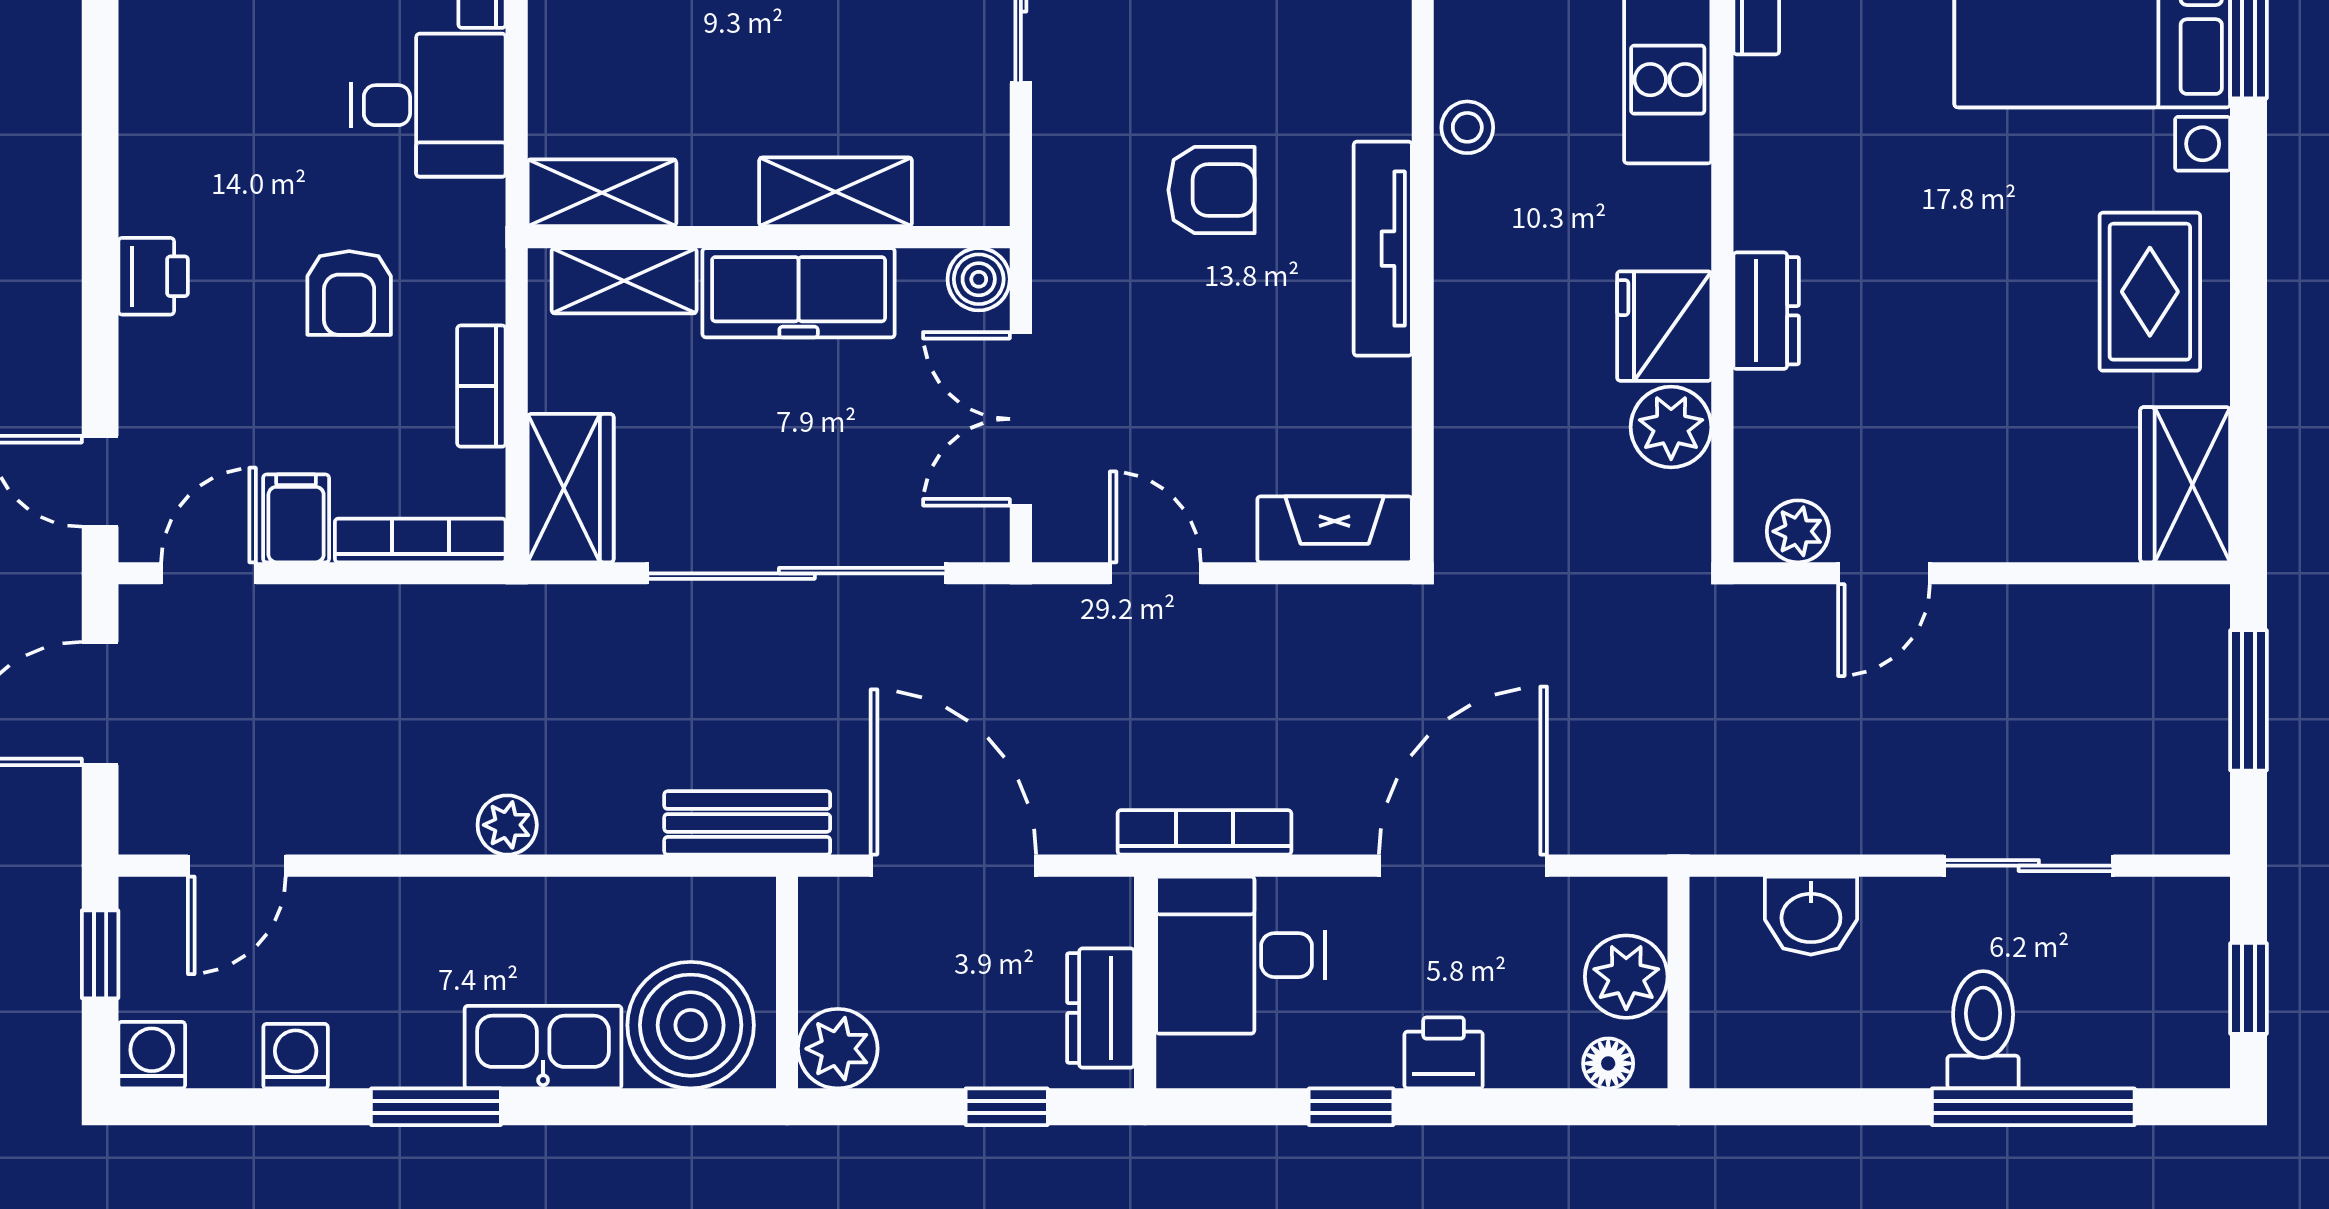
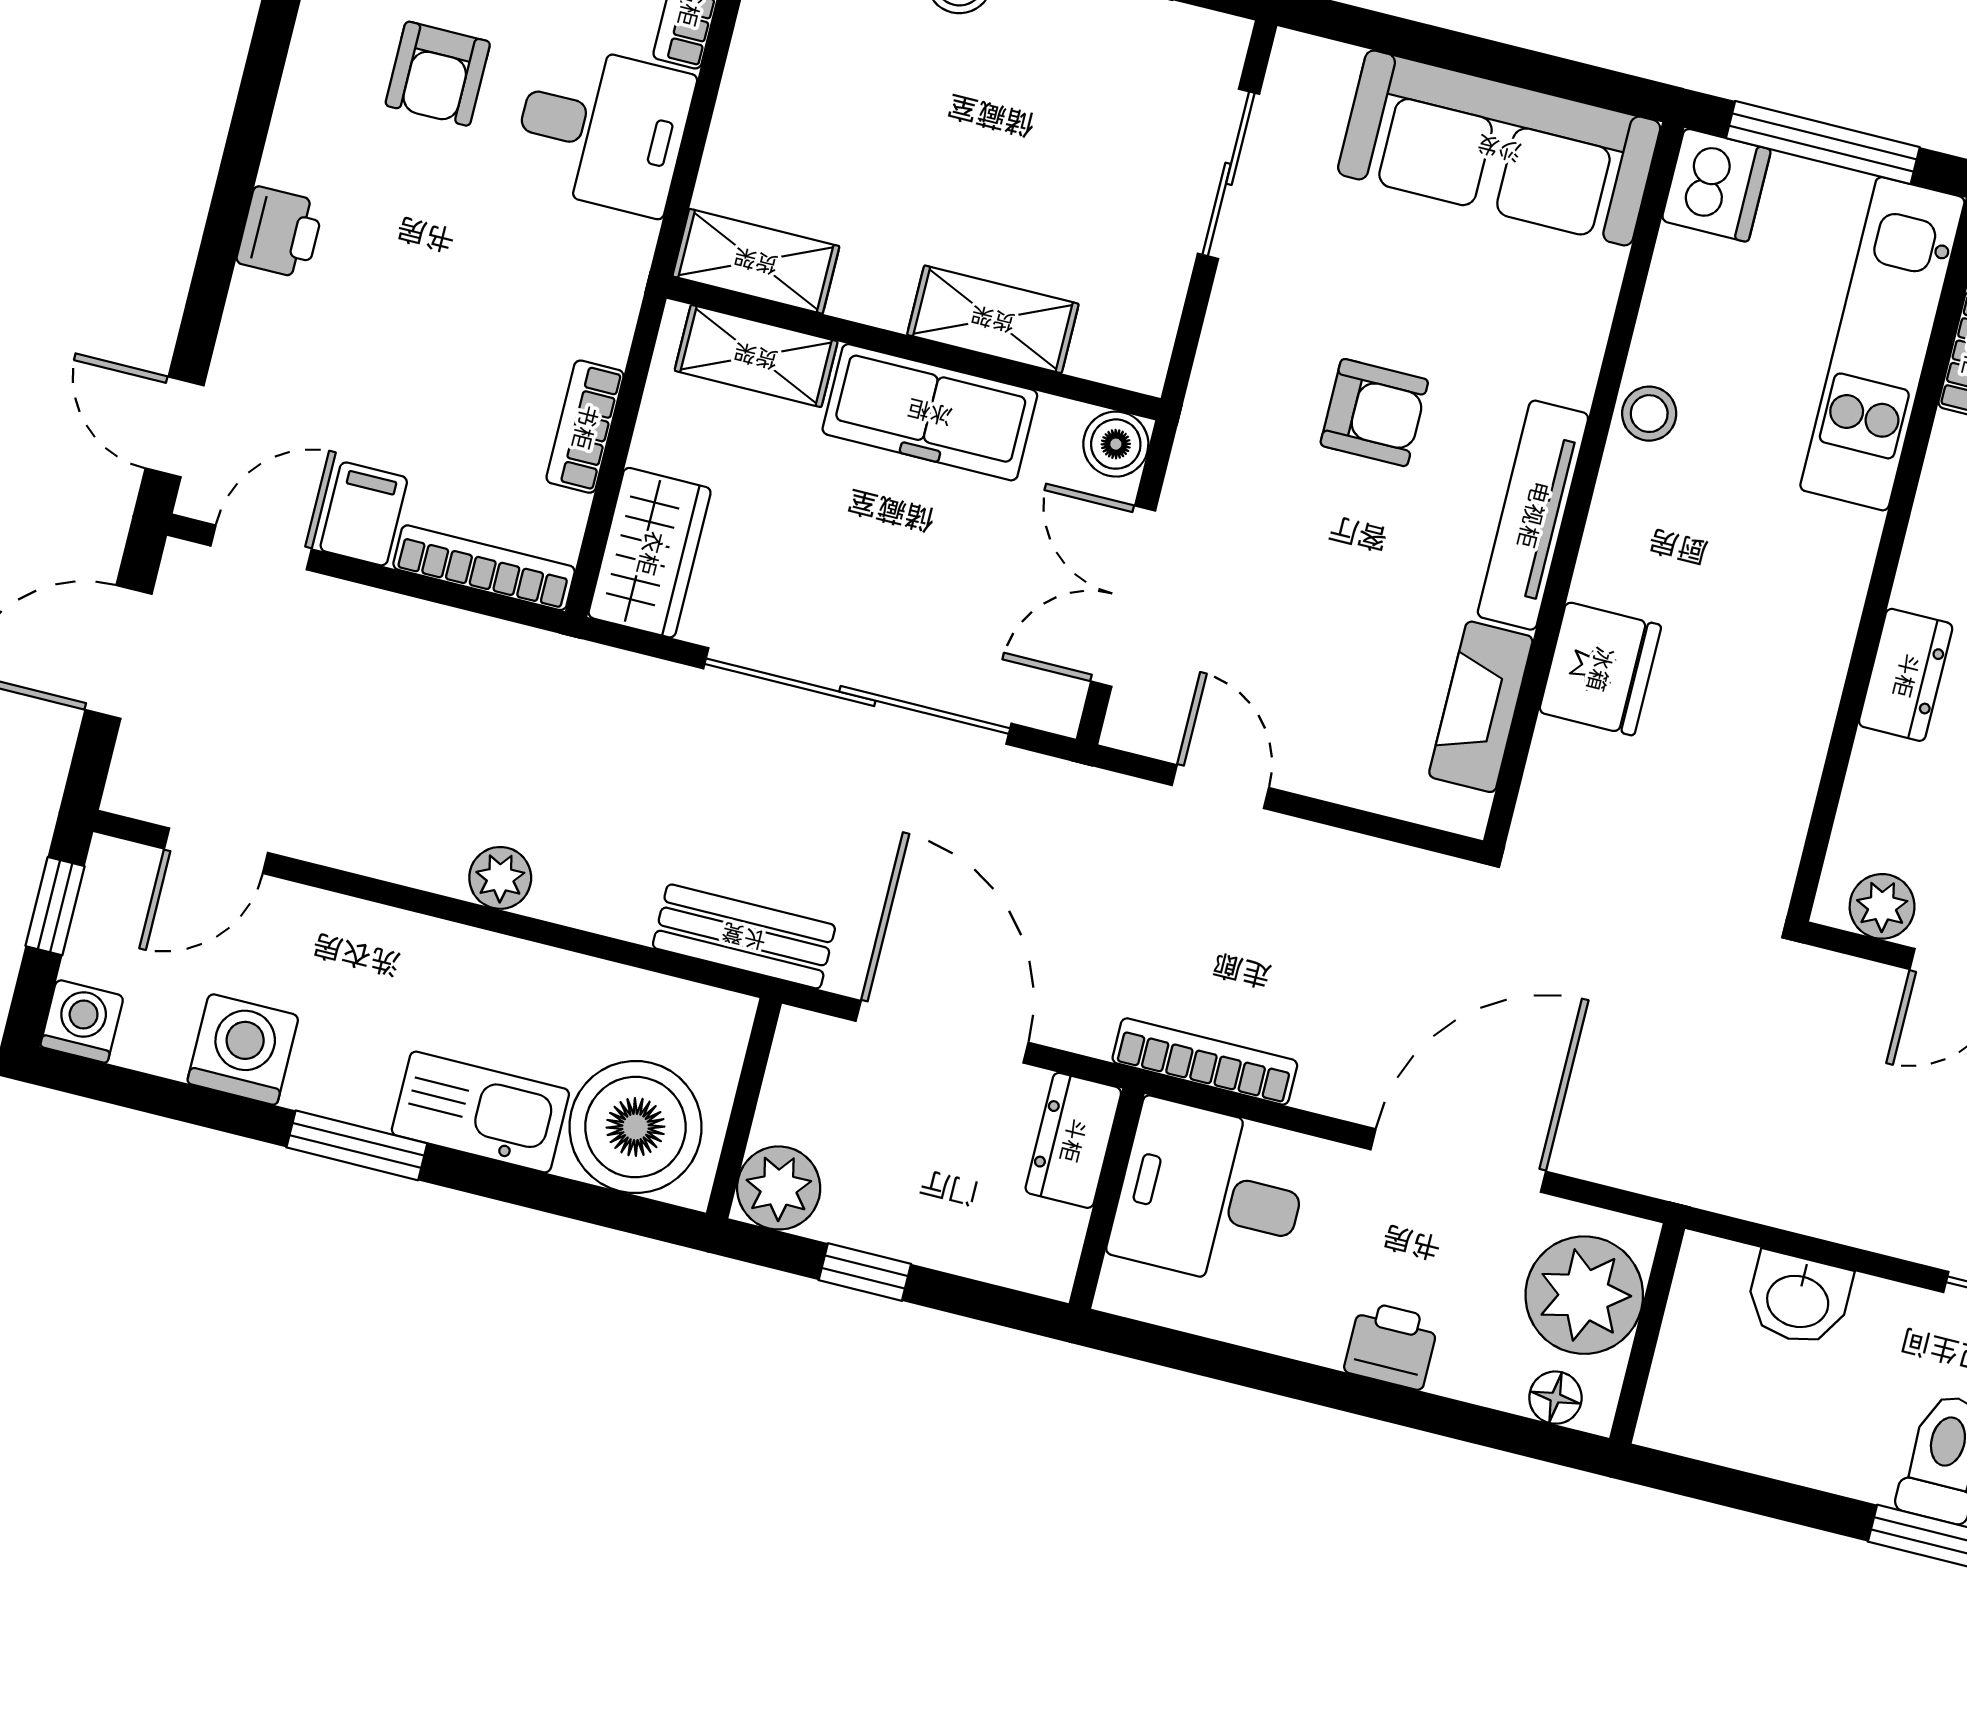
armchair: (349, 293) -> (438, 74), moved
fridge: (1664, 326) -> (1600, 669), moved, turned 180
plant: (1671, 427) -> (1780, 769), removed
fireplace: (1335, 529) -> (1481, 707), moved, turned -90
plant: (1626, 977) -> (1584, 1295), width x1.36, depth x1.36
dresser: (1101, 1008) -> (1073, 1140), moved
washing machine: (296, 1056) -> (243, 1049), width x1.38, depth x1.38
window: (1007, 1107) -> (865, 1272), moved
window: (1351, 1107) -> (1284, 1377), removed

